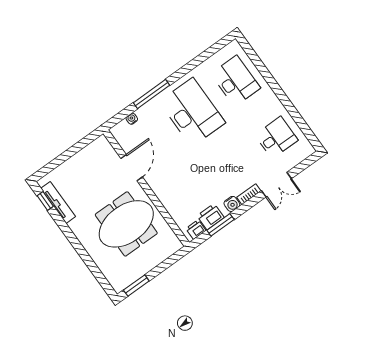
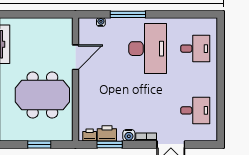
desk: (236, 81) -> (195, 49), width x0.73
window: (136, 285) -> (39, 145), moved

